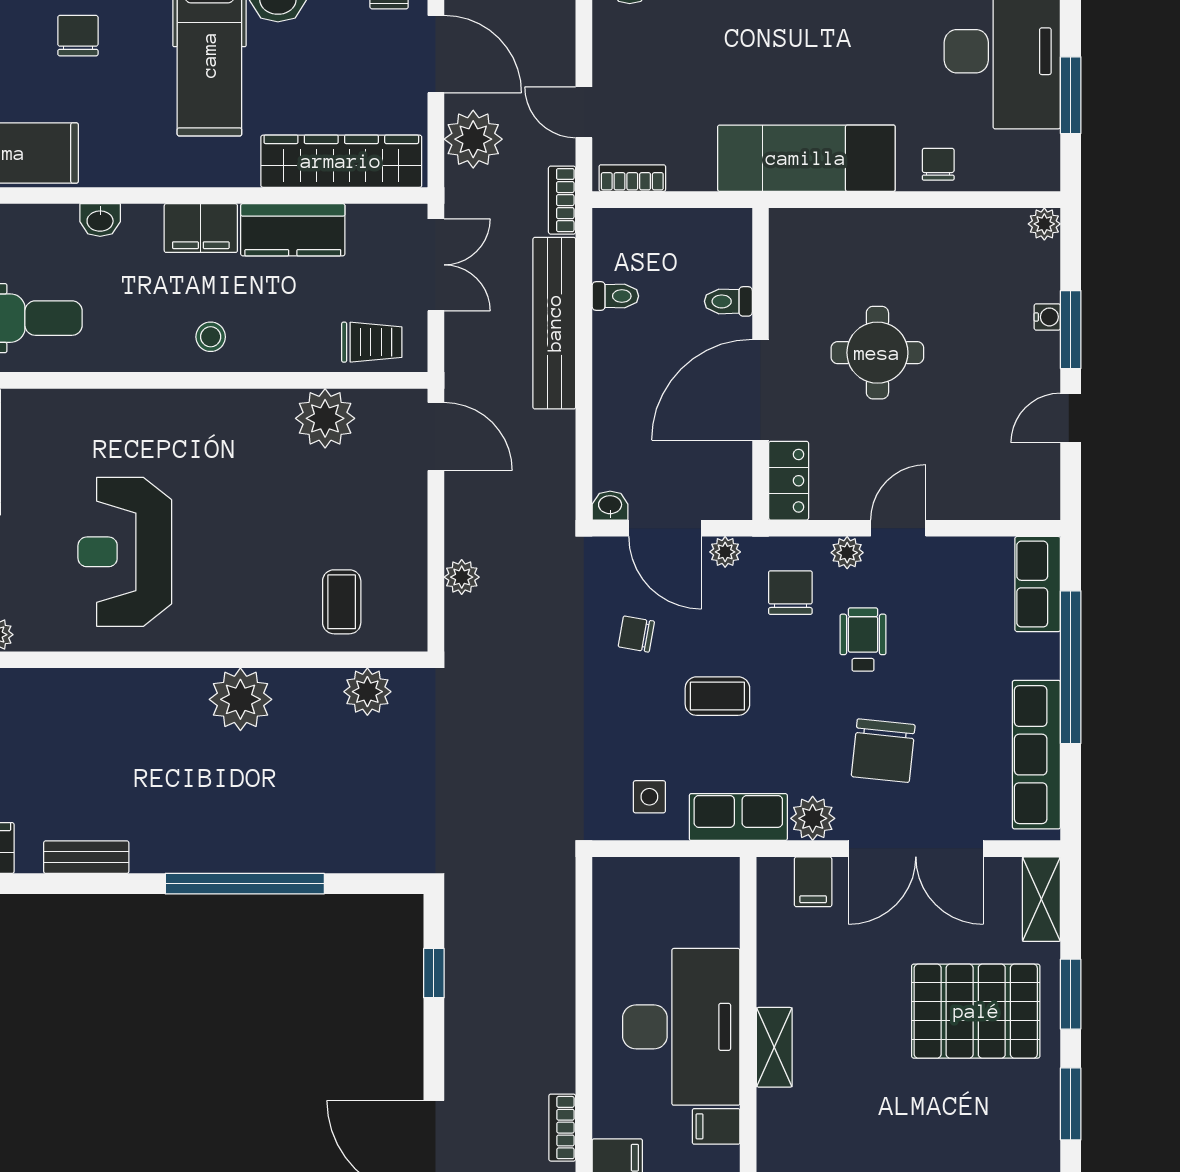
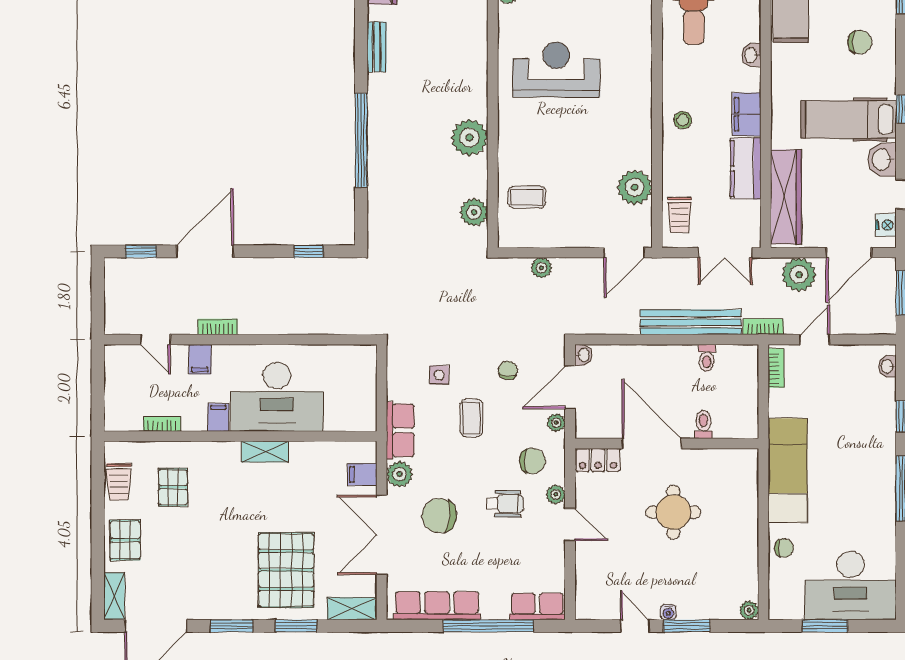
water cooler: (1047, 317) -> (668, 612), moved
side table: (649, 797) -> (439, 375), moved

